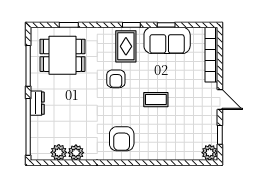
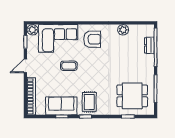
armchair: (116, 79) -> (96, 80), removed
door: (220, 99) -> (25, 66), hinge flipped
dresser: (37, 103) -> (149, 45), moved
armchair: (122, 139) -> (92, 39), turned 90
corner sofa: (172, 140) -> (58, 38), added
plant: (59, 152) -> (135, 30), removed

